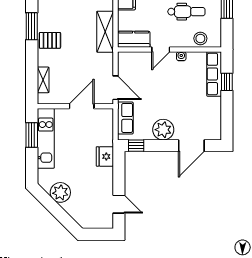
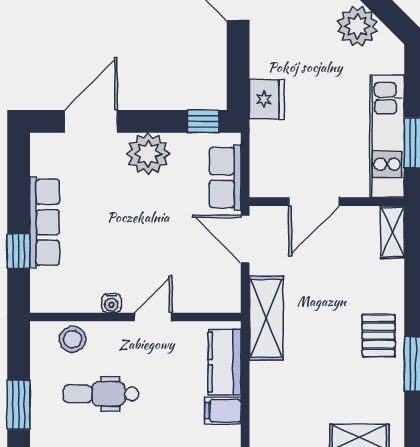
shelving: (105, 32) -> (266, 318), moved
kitchen counter: (134, 39) -> (225, 362), moved, turned 90
pallet: (50, 40) -> (379, 336), turned 90
row of seats: (214, 74) -> (45, 222), moved
shelving: (43, 80) -> (392, 232), moved

